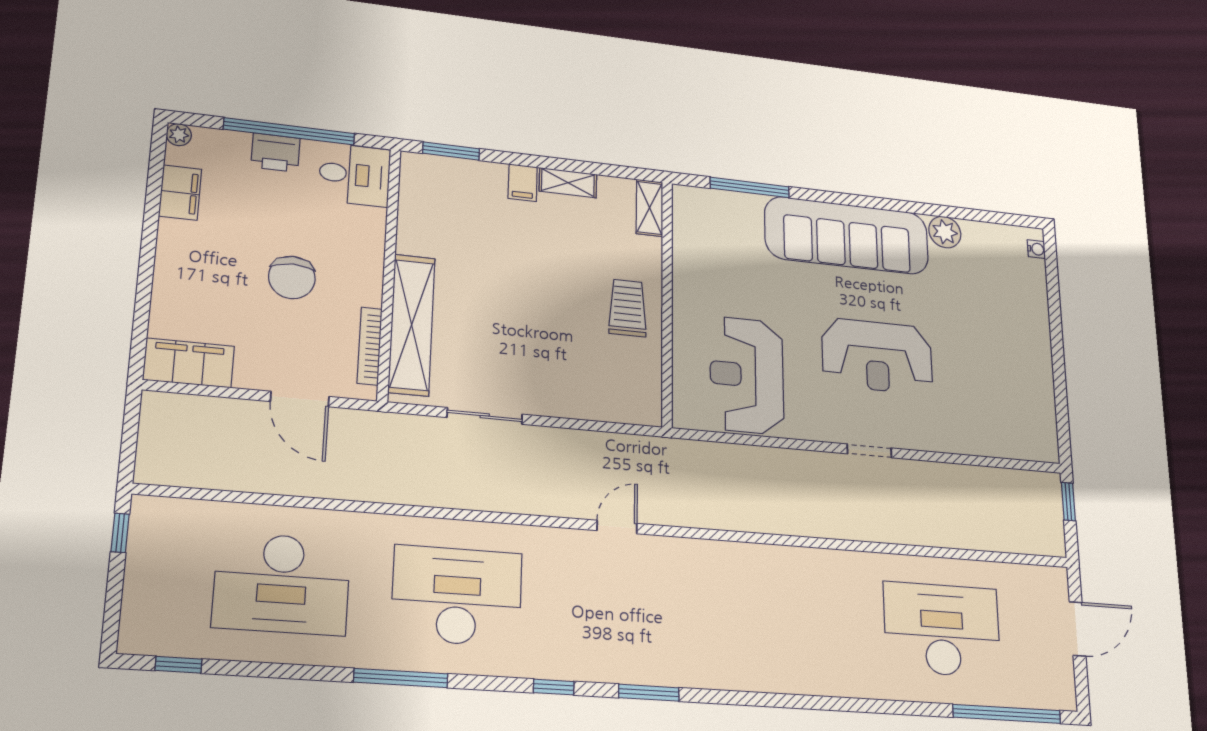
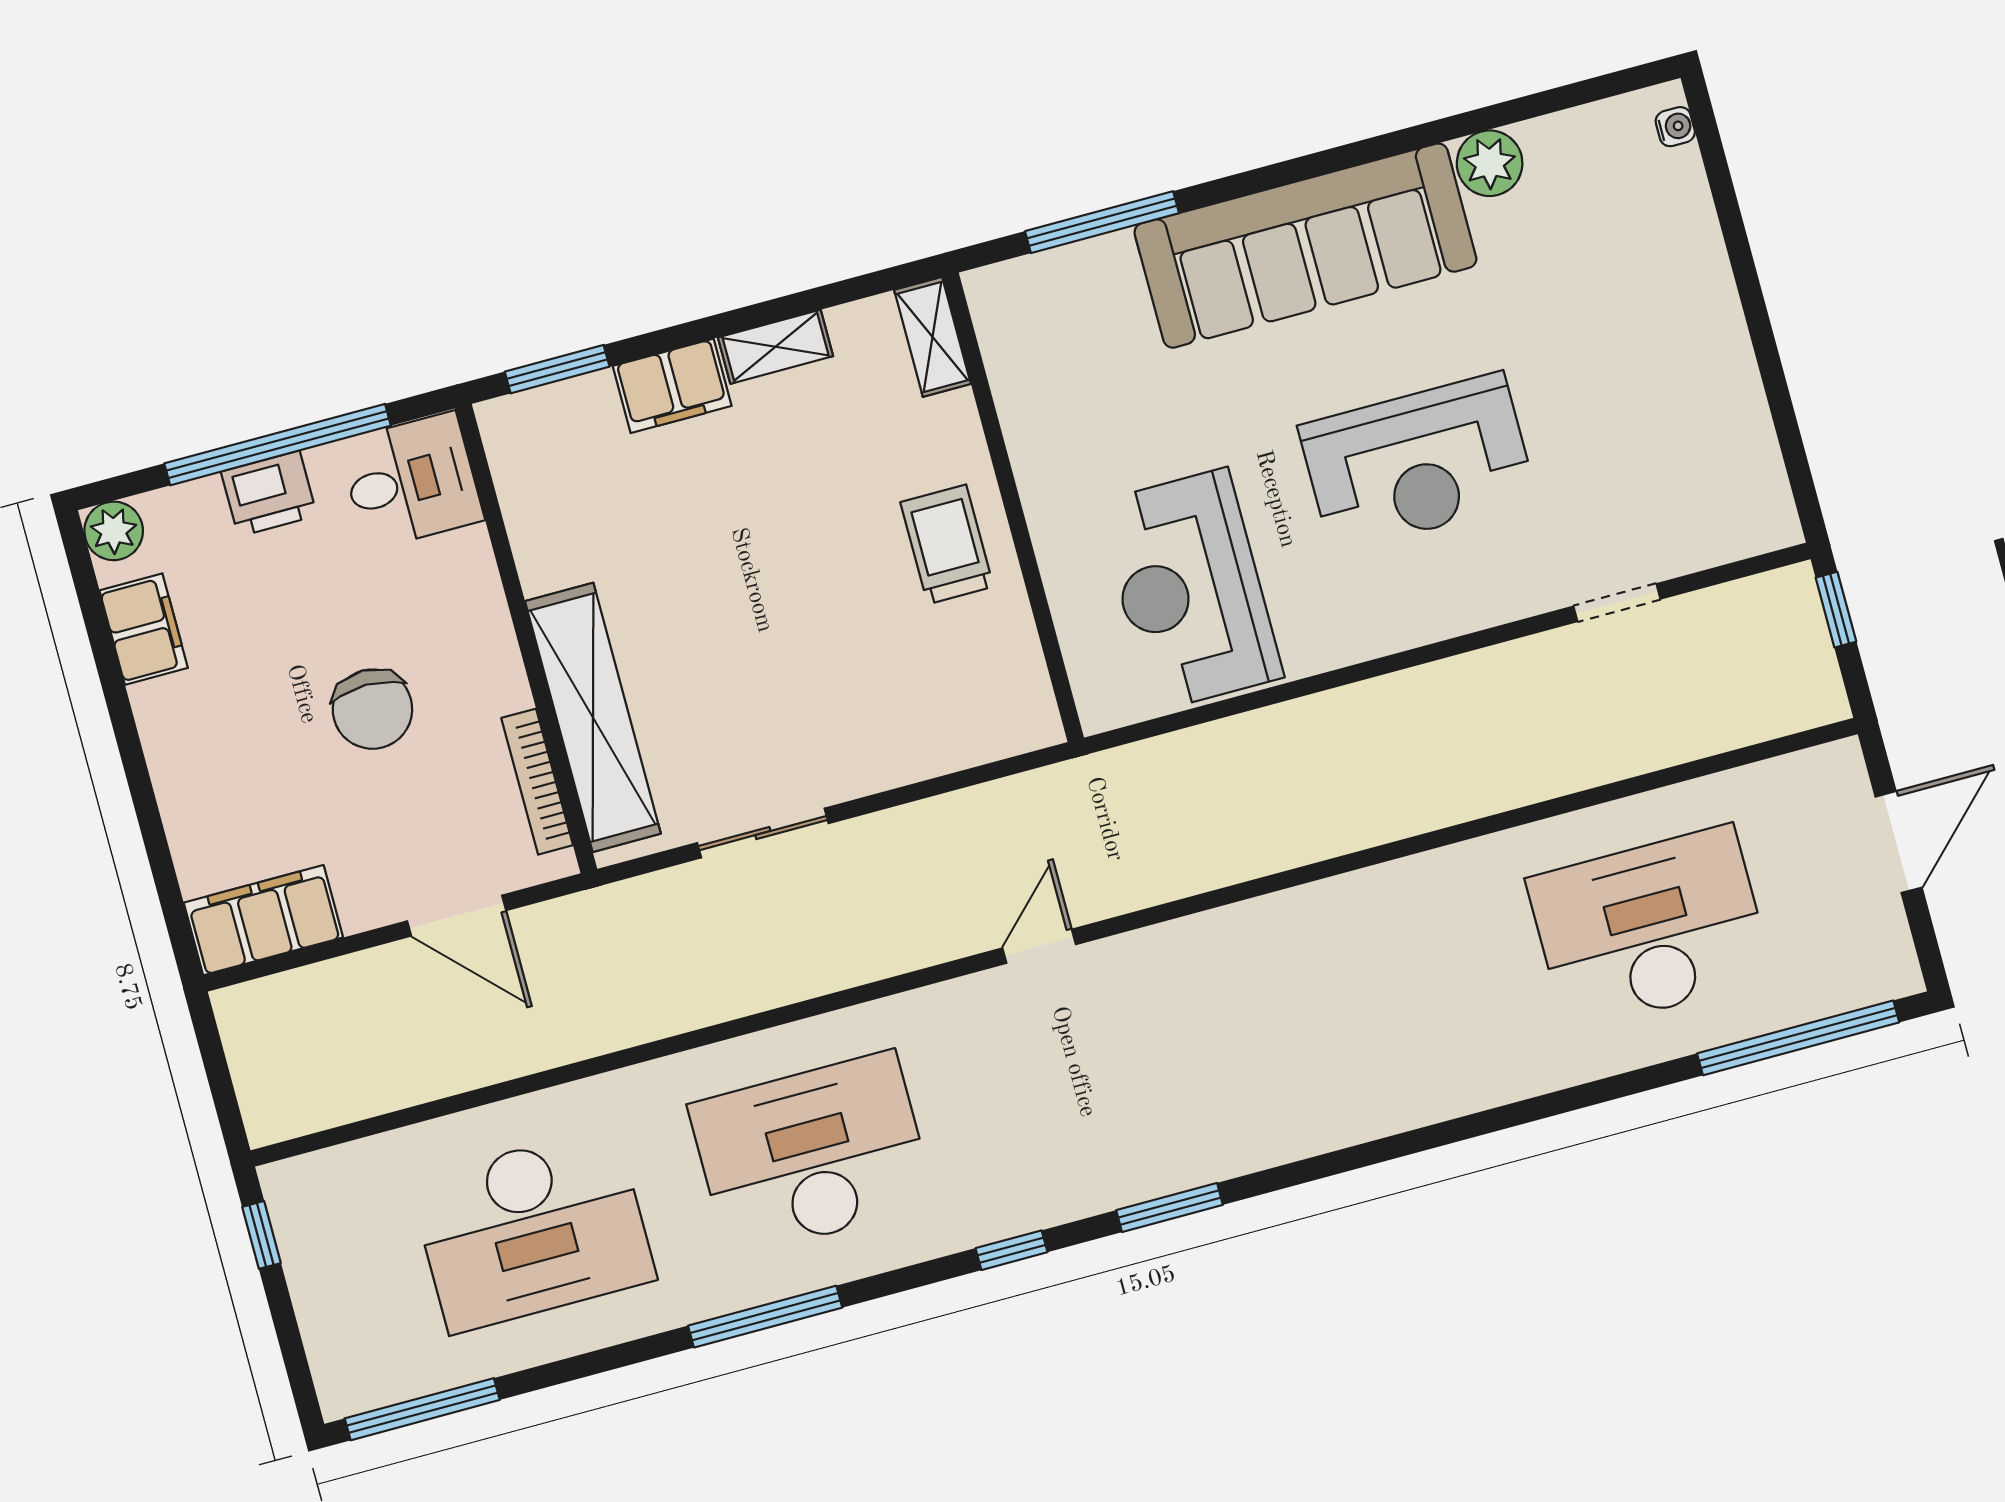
plant: (179, 135) -> (114, 531), width x1.38, depth x1.38
filing cabinet: (523, 183) -> (672, 386), width x2.00
doorway: (869, 451) -> (1617, 603), moved
window: (179, 665) -> (422, 1409), width x2.17

